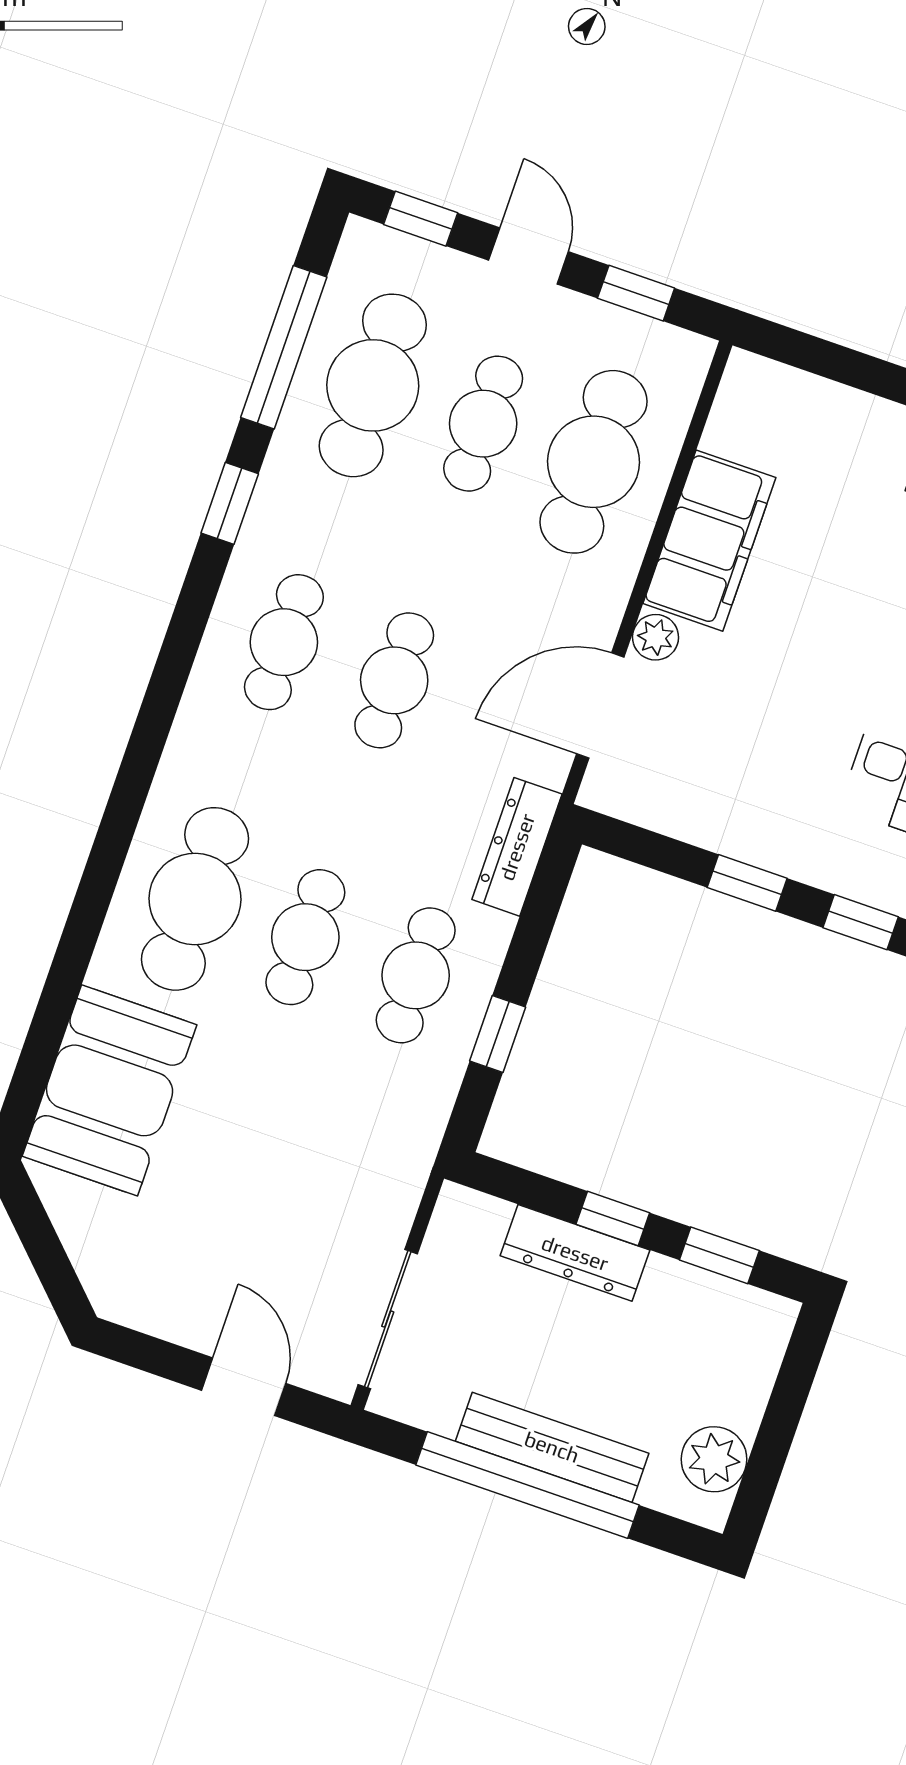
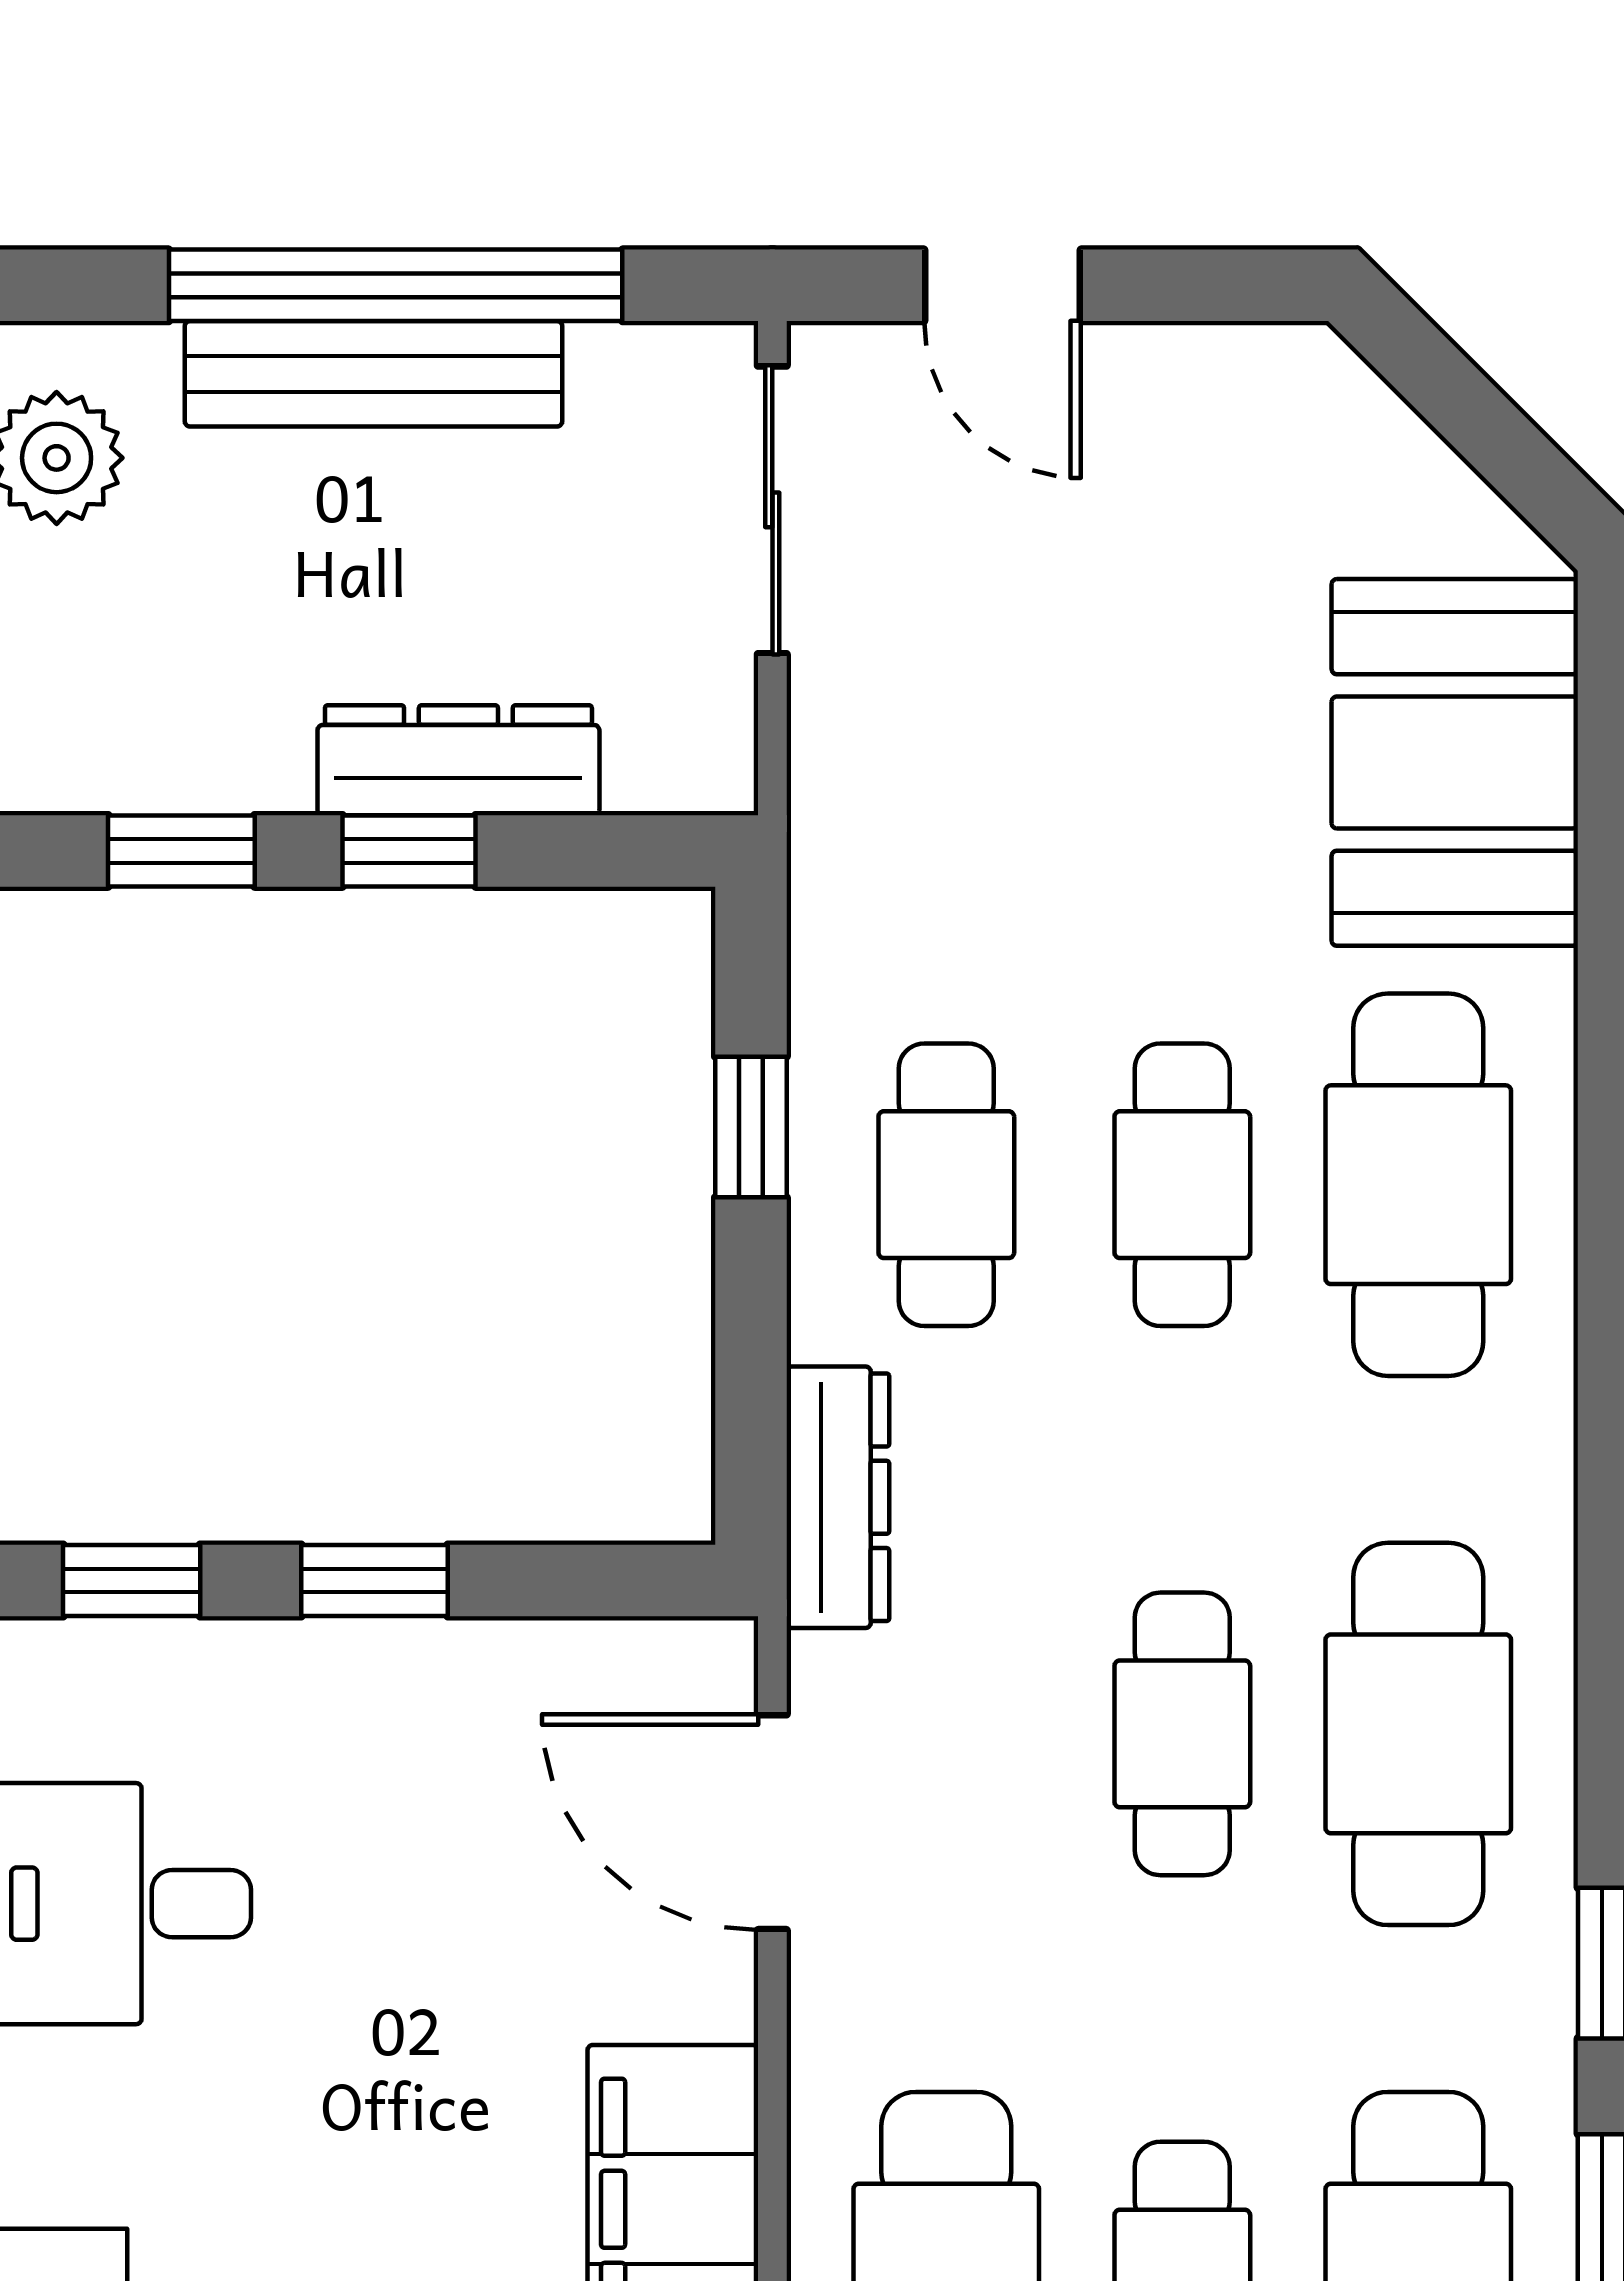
plant: (656, 637) -> (712, 1989), removed
cafe table: (284, 642) -> (1418, 1734), width x1.37, depth x1.35
door: (600, 705) -> (772, 1822), swing flipped

